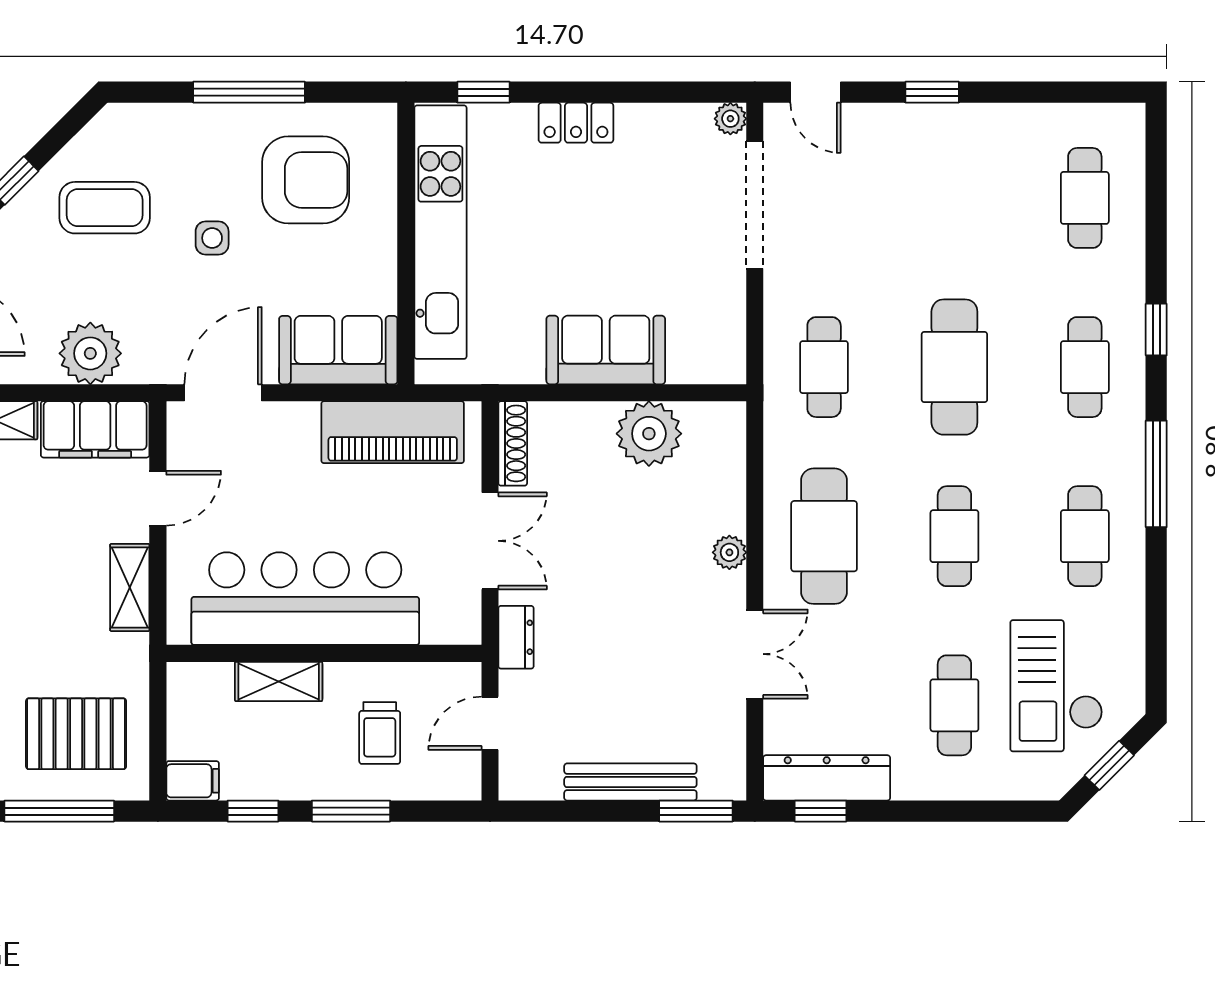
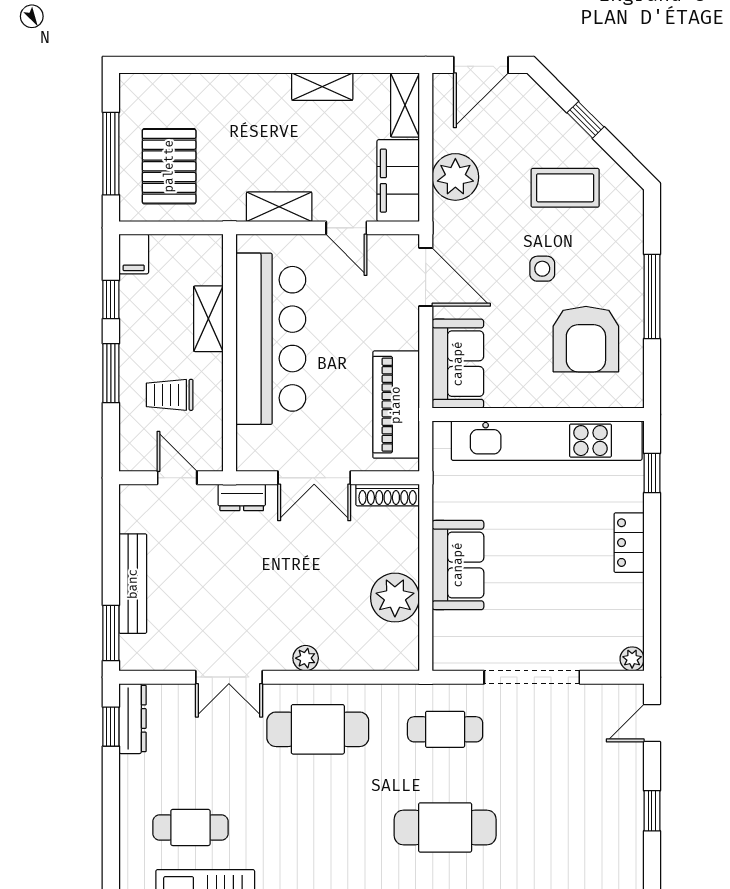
doorway: (755, 205) -> (532, 677), moved
coffee table: (105, 208) -> (565, 188), turned 90
cafe table: (954, 536) -> (318, 827), removed
dresser: (827, 778) -> (132, 719), width x0.73, depth x0.80

